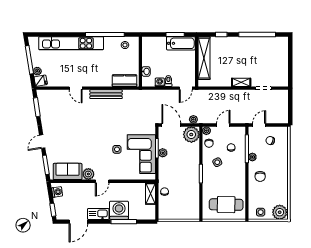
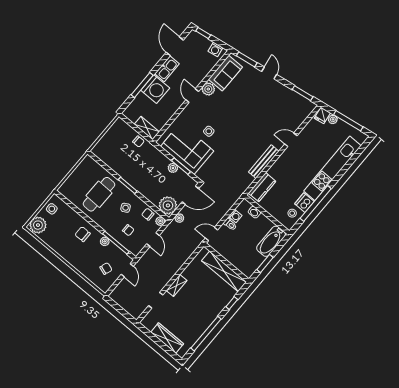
dishwasher: (111, 43) -> (304, 203), added
bathtub: (181, 43) -> (271, 241), moved
wardrobe: (283, 59) -> (167, 338), added
door: (186, 88) -> (212, 234), hinge flipped
cafe table: (226, 205) -> (99, 194), moved

